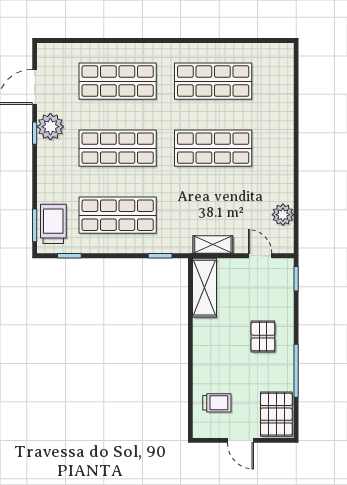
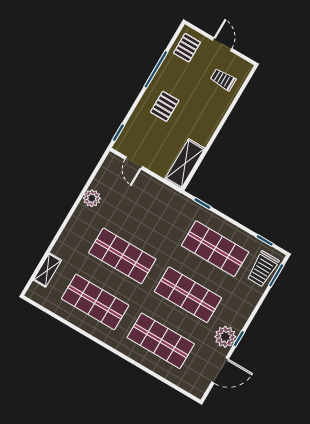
plant: (283, 215) -> (92, 198), moved
shelving: (213, 245) -> (47, 270), moved, turned 90
pallet: (276, 414) -> (187, 48), width x0.67, depth x0.71

